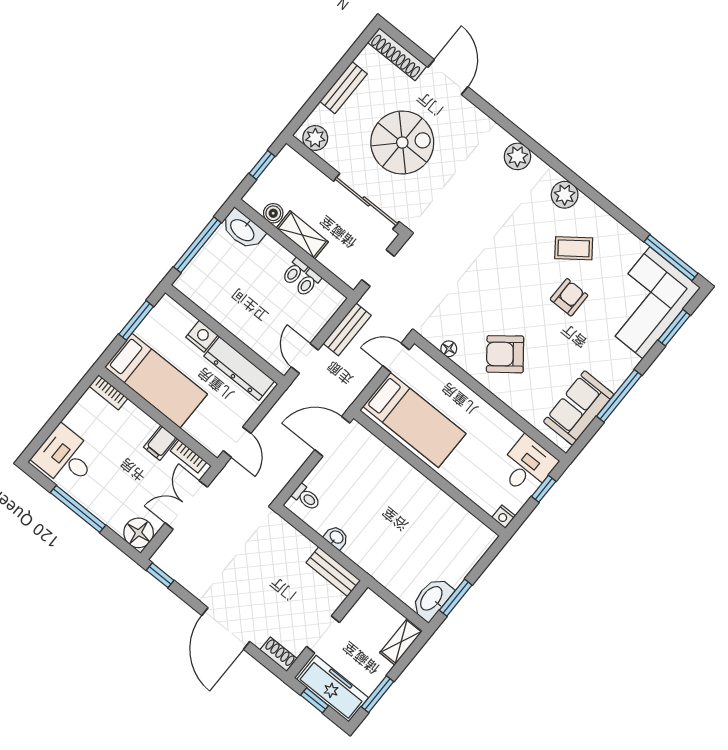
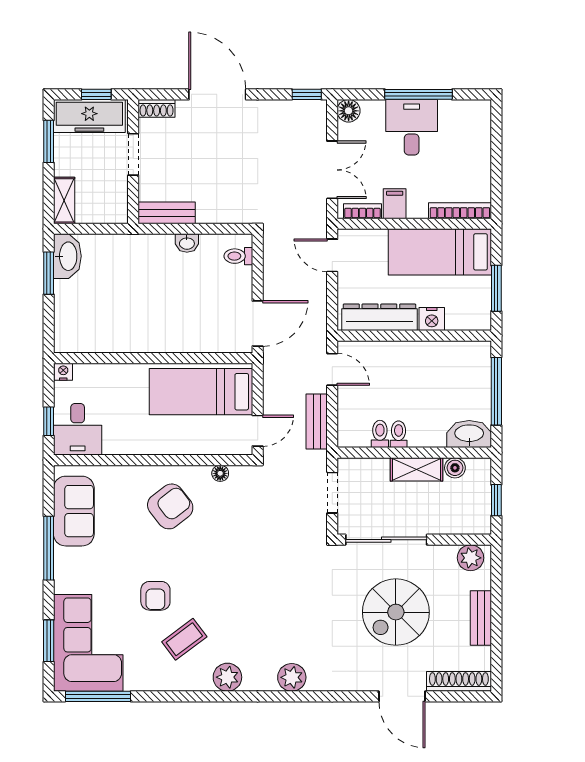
bookcase: (108, 392) -> (460, 211), width x1.56
desk: (65, 457) -> (412, 127), moved, turned -90
floor lamp: (139, 533) -> (349, 111), width x0.73, depth x0.73

